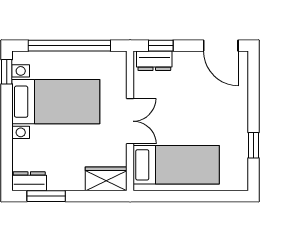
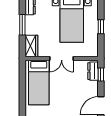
window: (69, 46) -> (101, 27), width x0.32
window: (46, 196) -> (22, 25), moved

